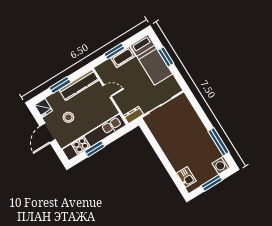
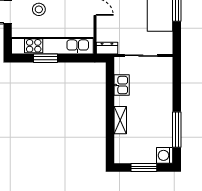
shelving: (174, 160) -> (120, 120), added
kitchen sink: (186, 177) -> (122, 85), moved

